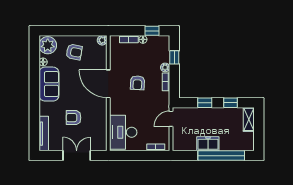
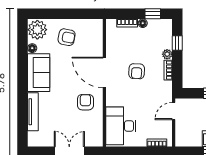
plant: (102, 40) -> (98, 24), removed
armchair: (74, 118) -> (85, 102), moved, turned 90
tv unit: (44, 134) -> (33, 112), moved

